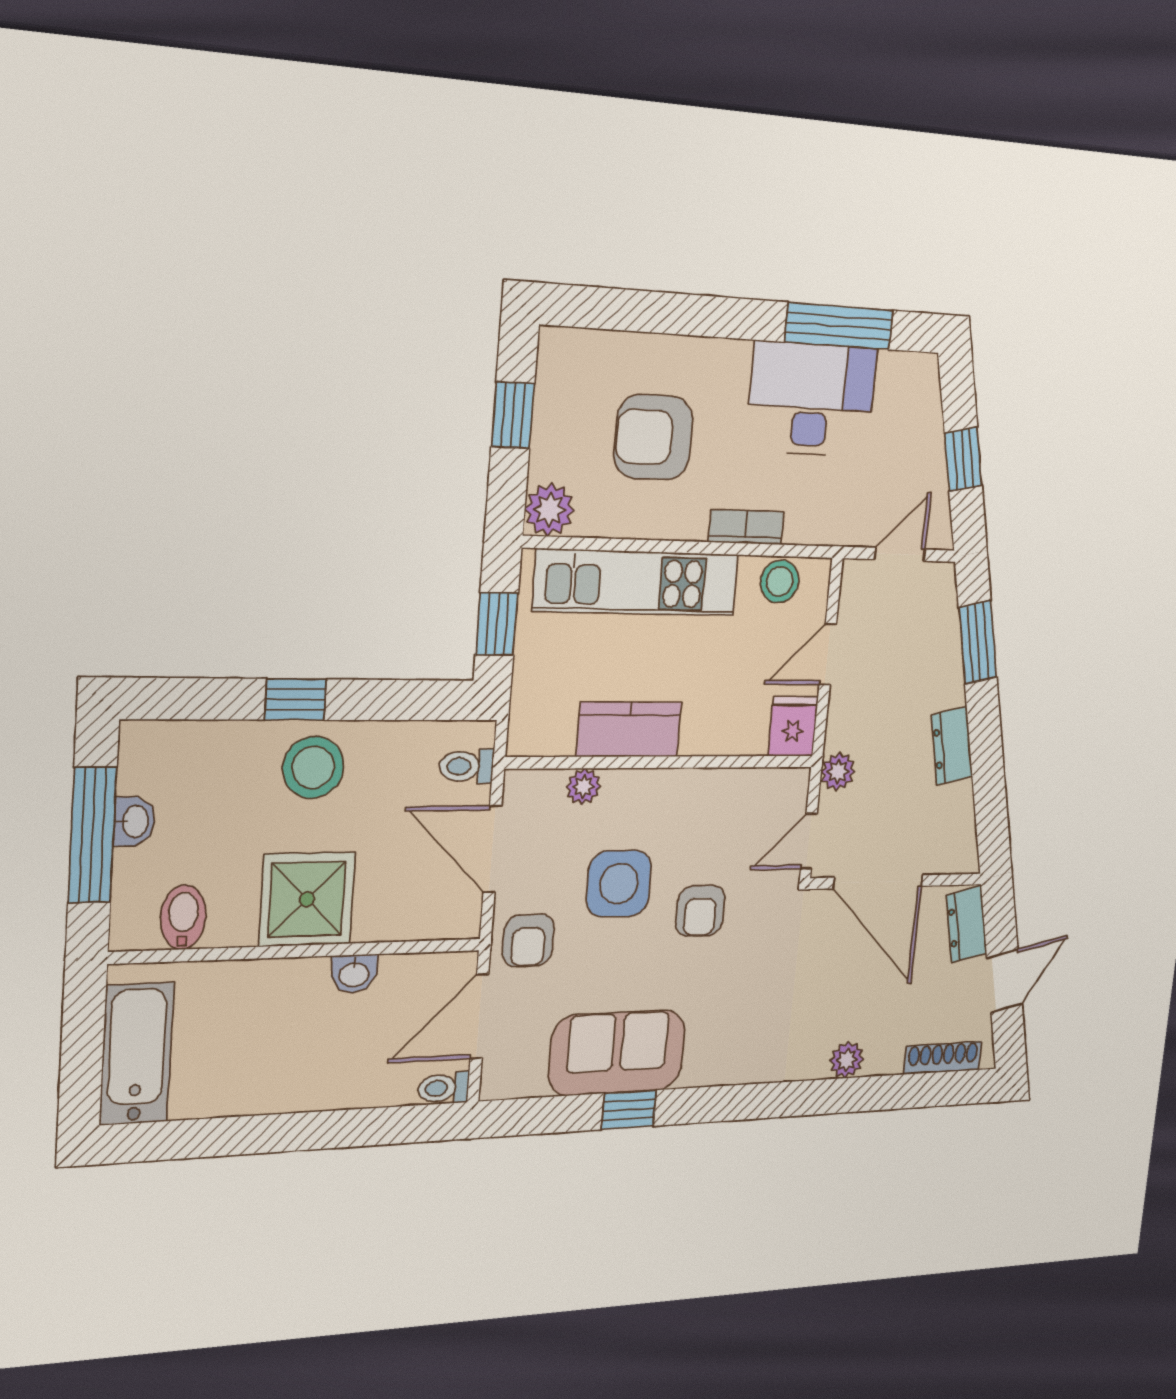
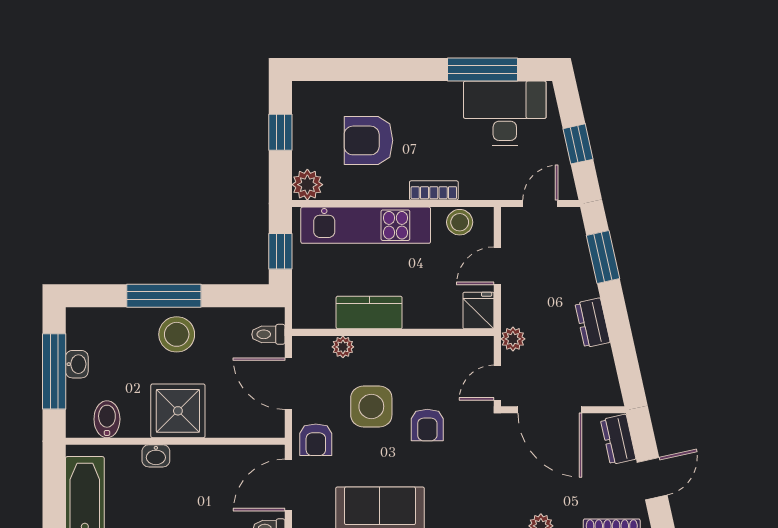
desk: (811, 399) -> (505, 113), moved
window: (296, 699) -> (164, 296), width x2.17
washbasin: (354, 974) -> (156, 456), moved

